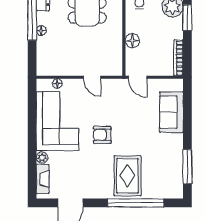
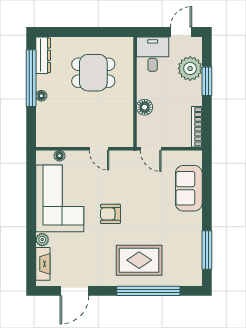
rug: (127, 176) -> (139, 260), turned 90

